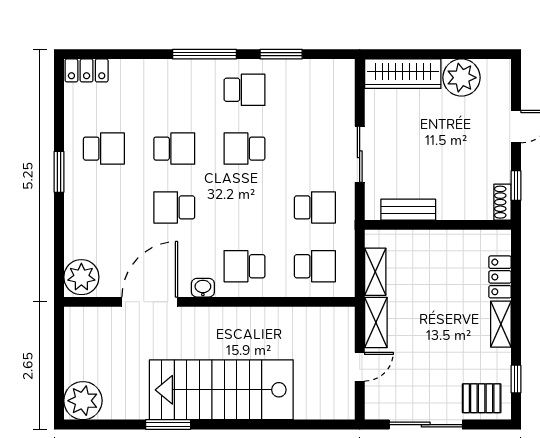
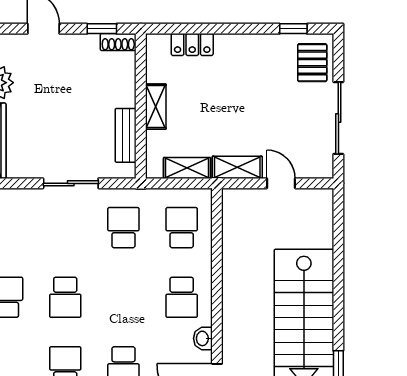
shelving: (501, 324) -> (156, 107), moved, turned 90

